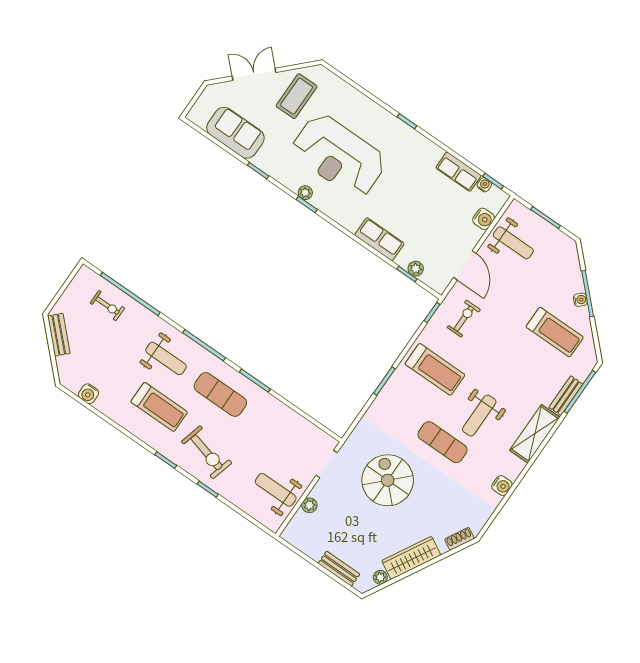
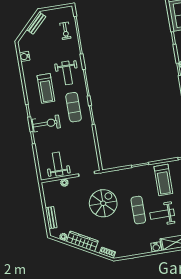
exercise bike: (207, 452) -> (46, 124), turned -105
water cooler: (502, 486) -> (156, 247), moved

